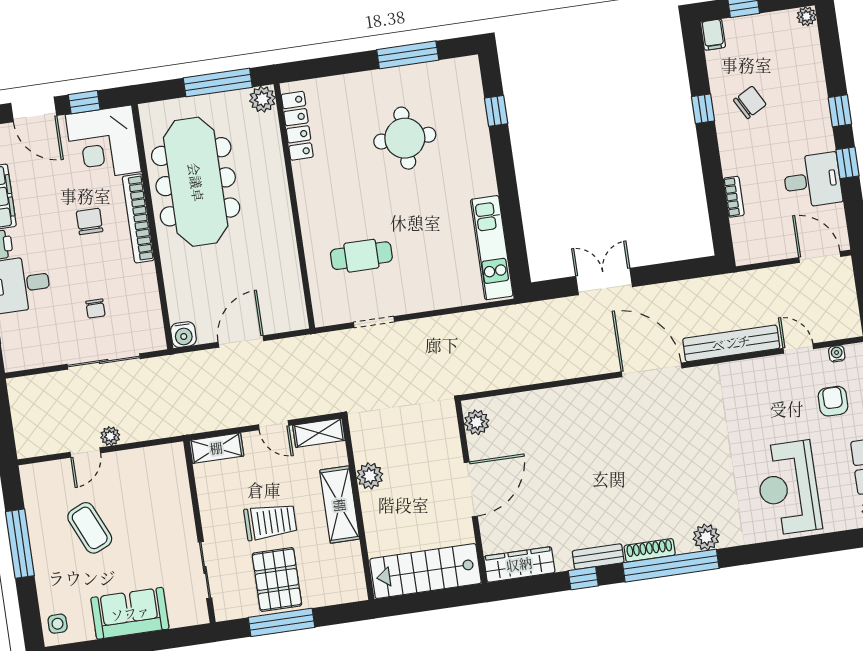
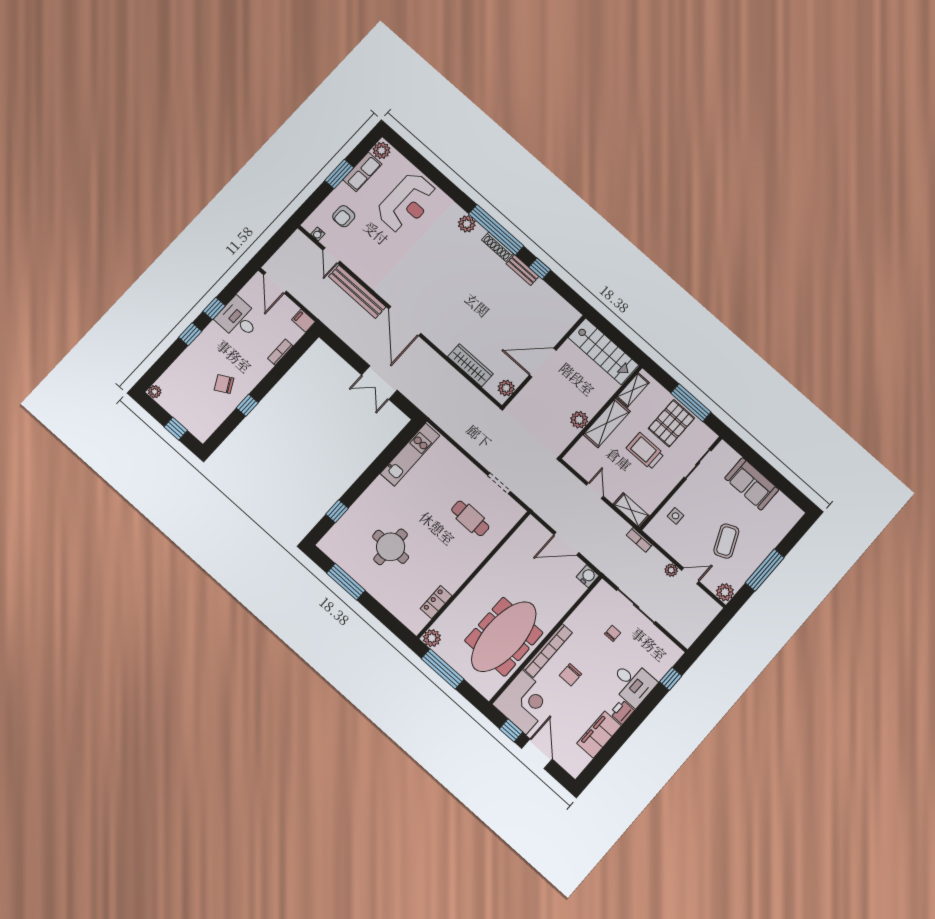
filing cabinet: (713, 35) -> (303, 321), moved, turned -90
locker: (297, 126) -> (436, 602), width x0.66
bookcase: (175, 429) -> (639, 540), added
shelving: (319, 433) -> (633, 390), moved, turned 90
plant: (33, 477) -> (725, 592), added
wardrobe: (519, 564) -> (470, 365), moved, turned 180
side table: (58, 624) -> (676, 516), moved

